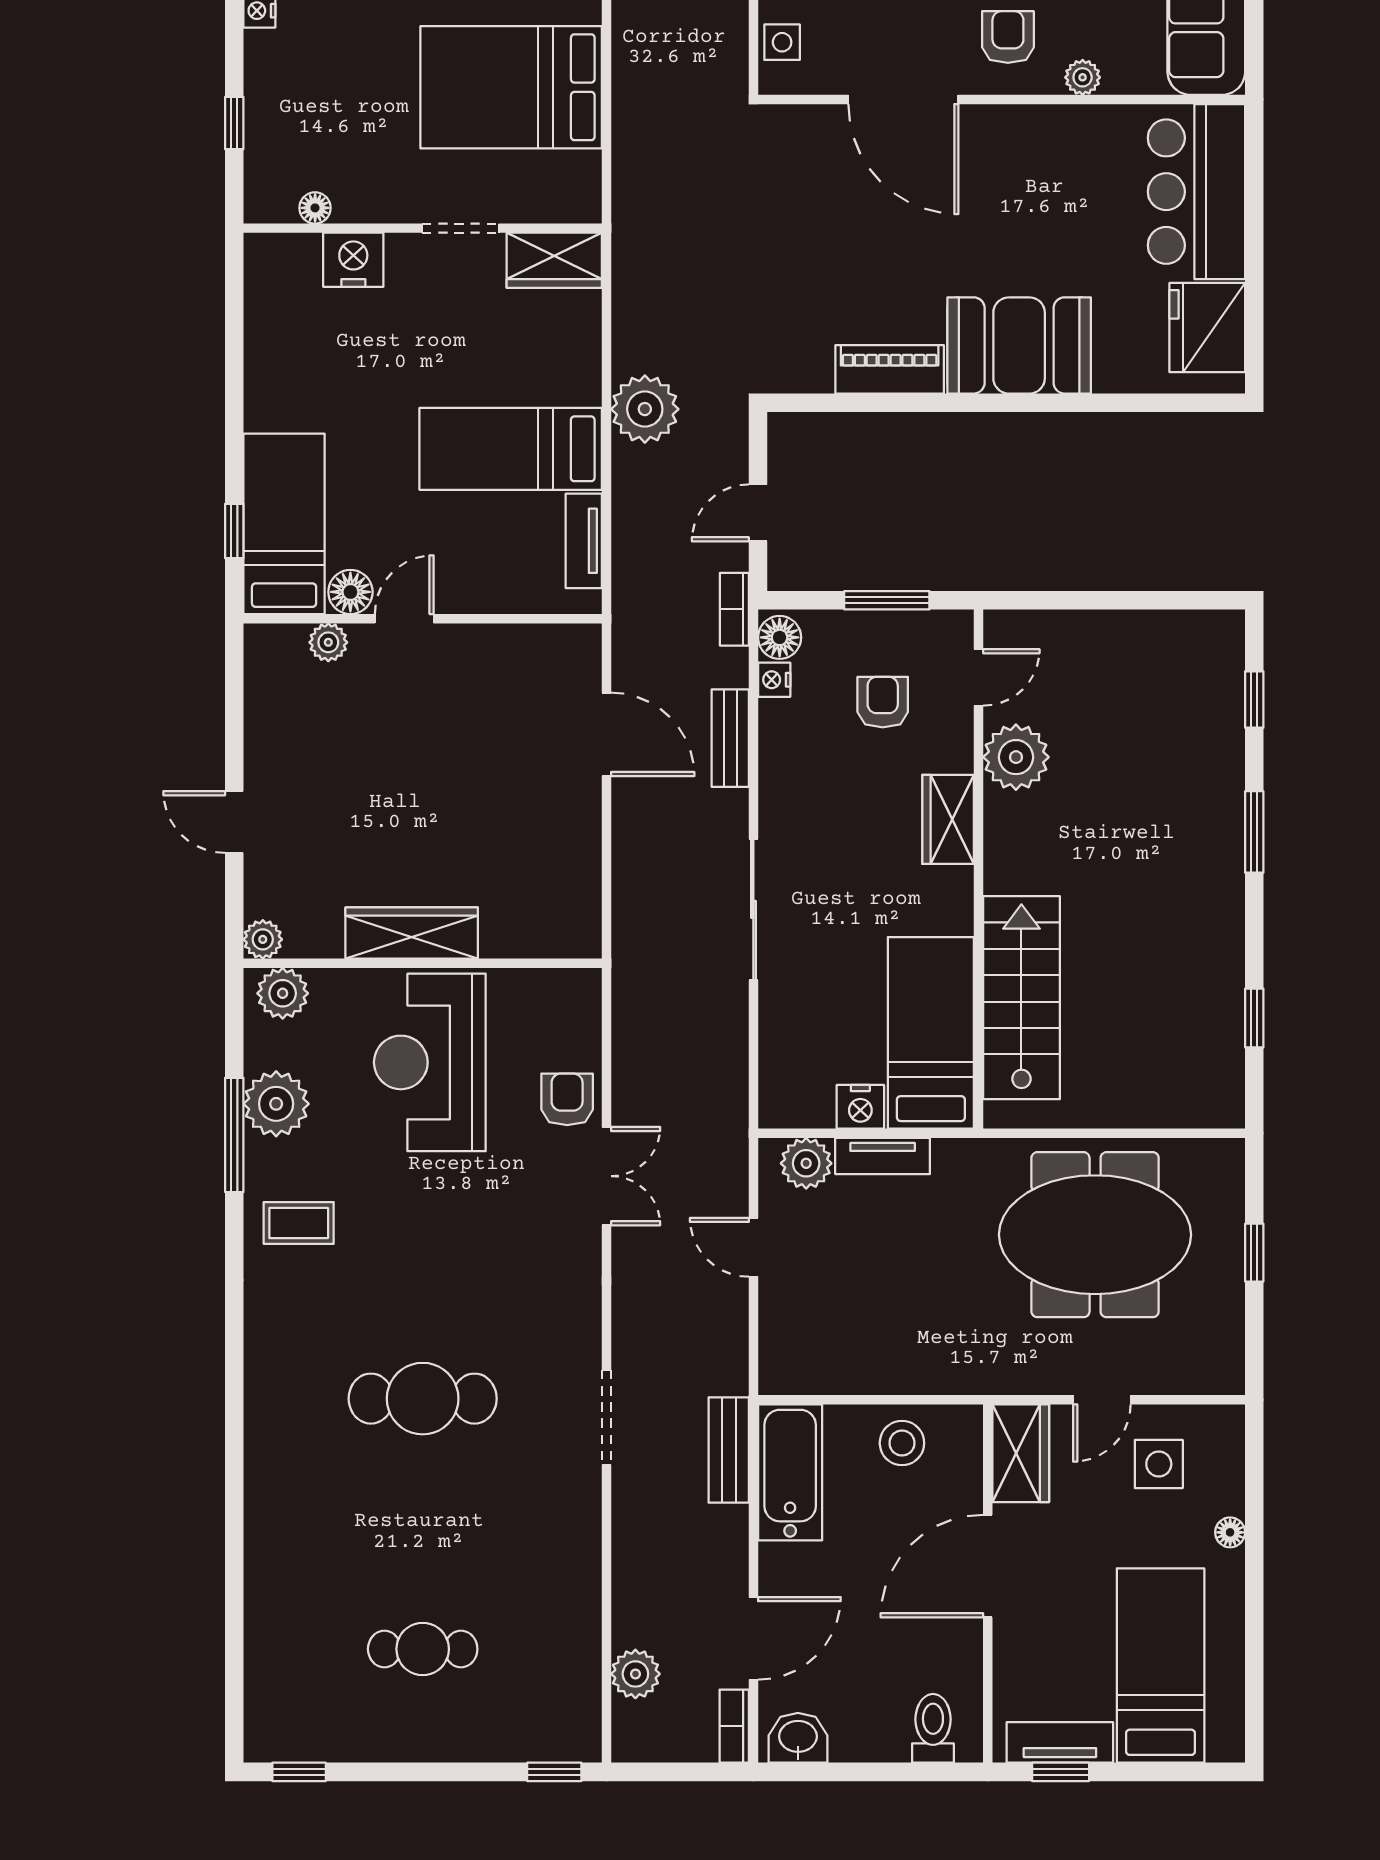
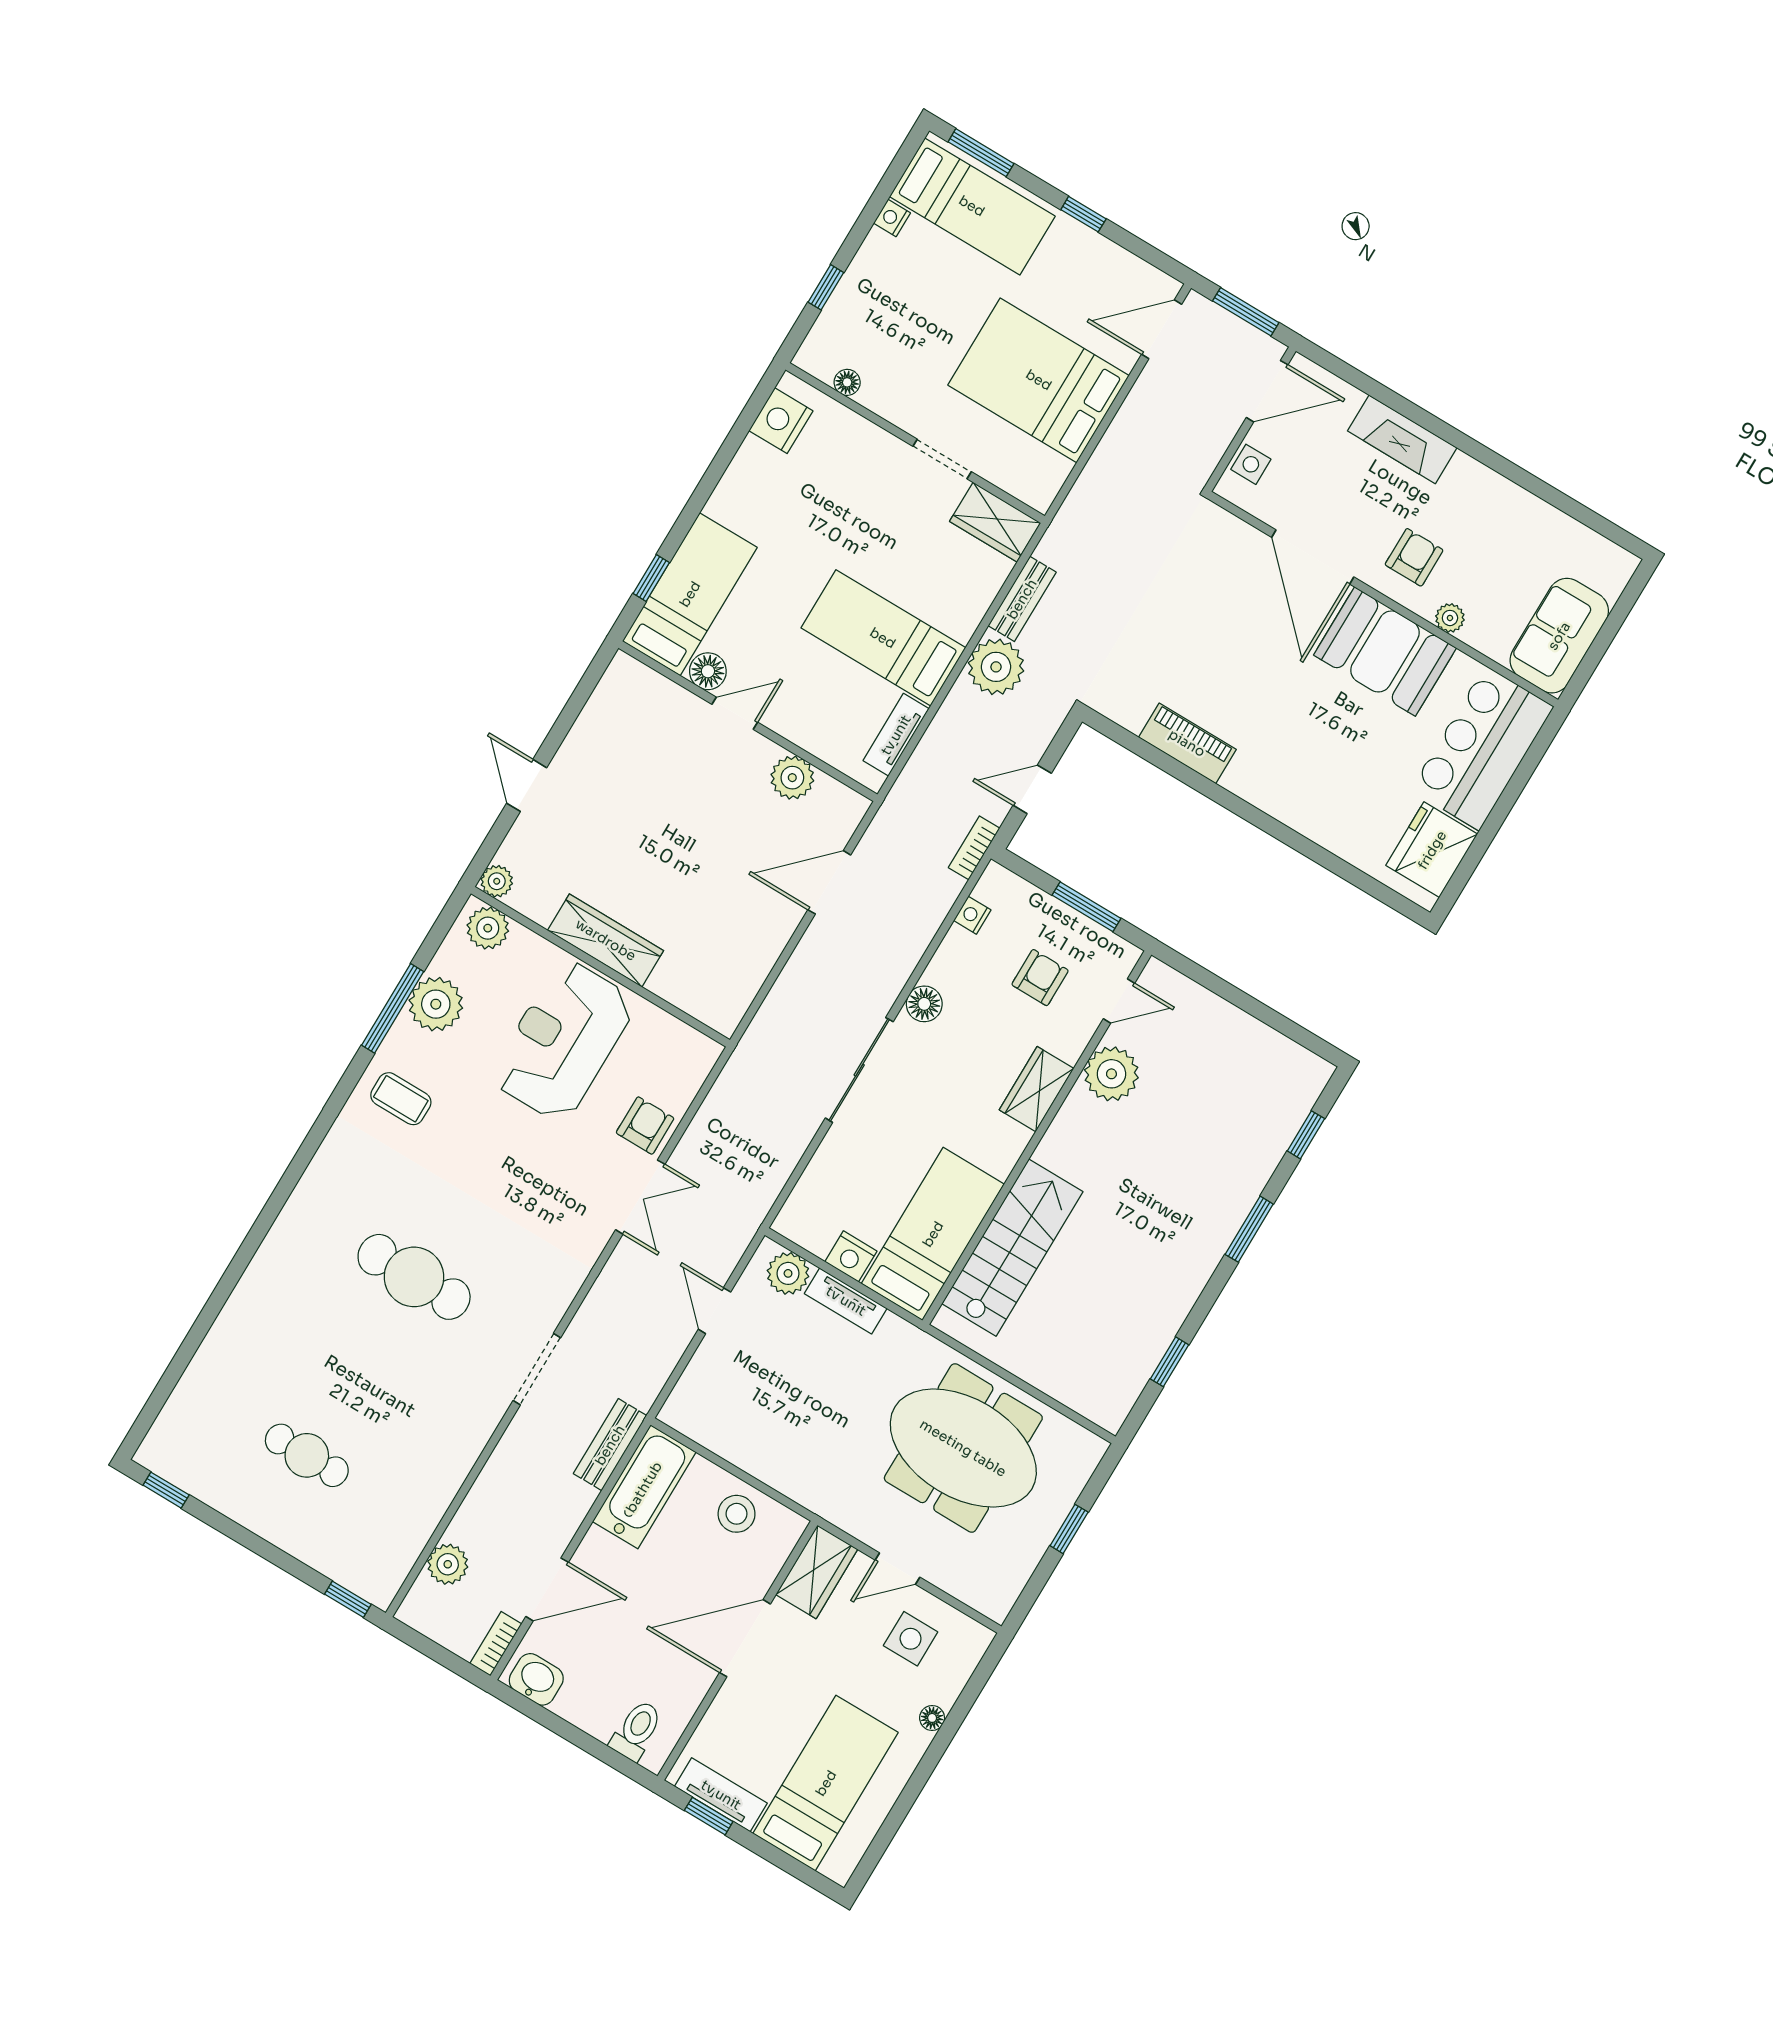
nightstand: (353, 260) -> (781, 421), moved, turned -90
booth: (1019, 345) -> (1385, 651), moved
floor lamp: (780, 637) -> (924, 1004), moved
plant: (328, 642) -> (792, 778), moved, width x1.38, depth x1.38
door: (606, 734) -> (829, 882), swing flipped
bench: (730, 738) -> (1022, 599), moved

